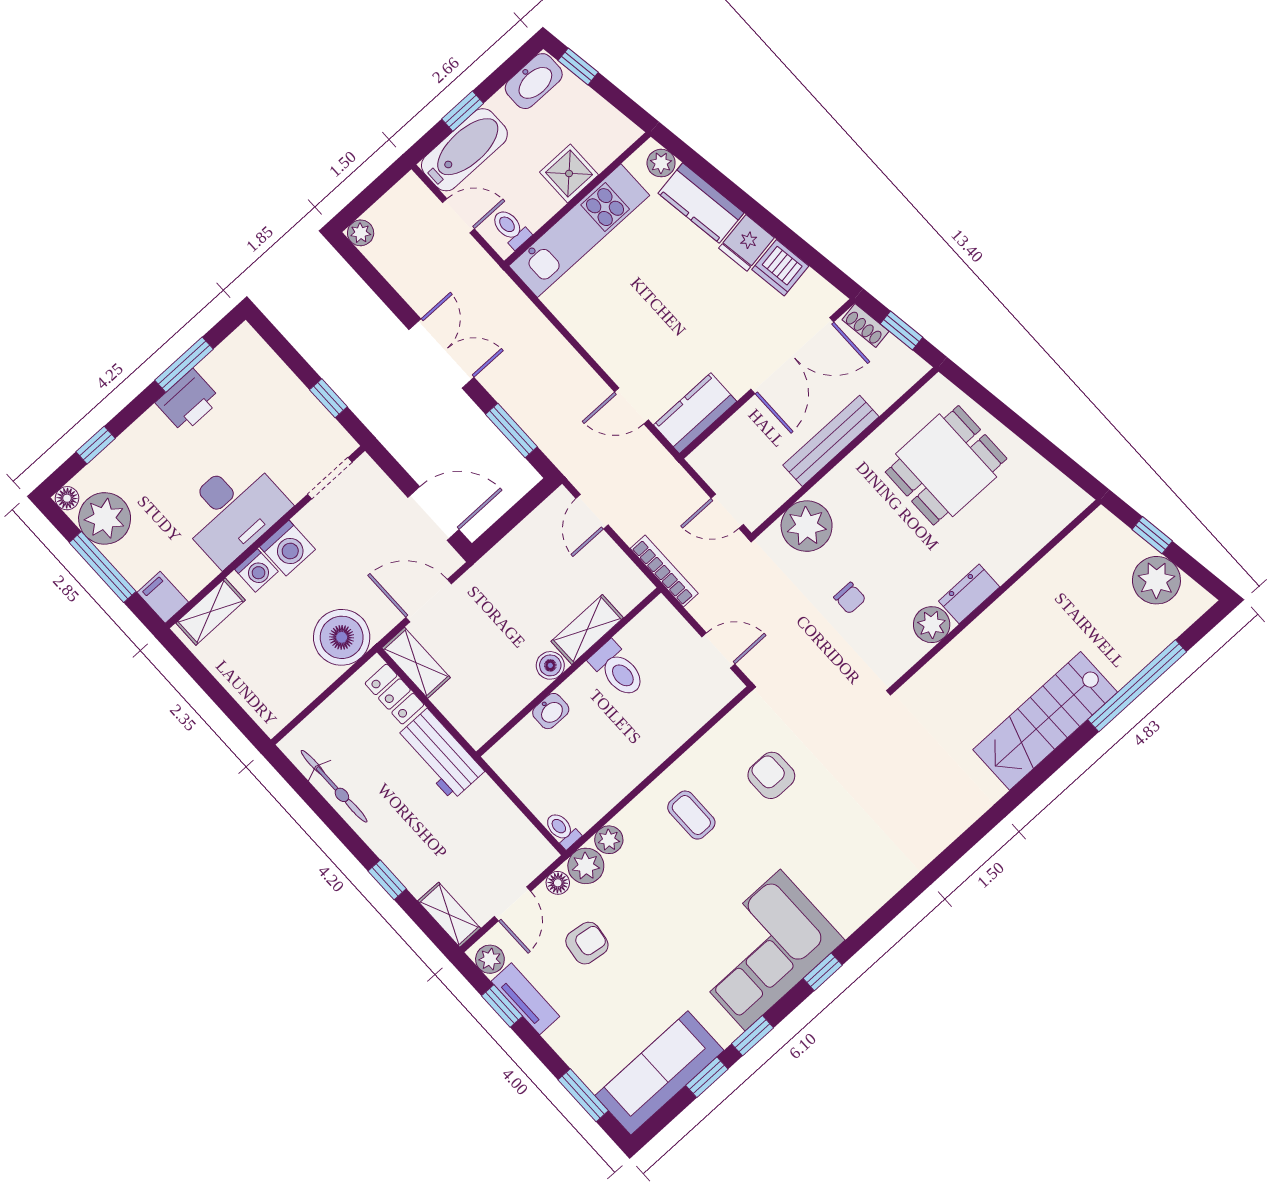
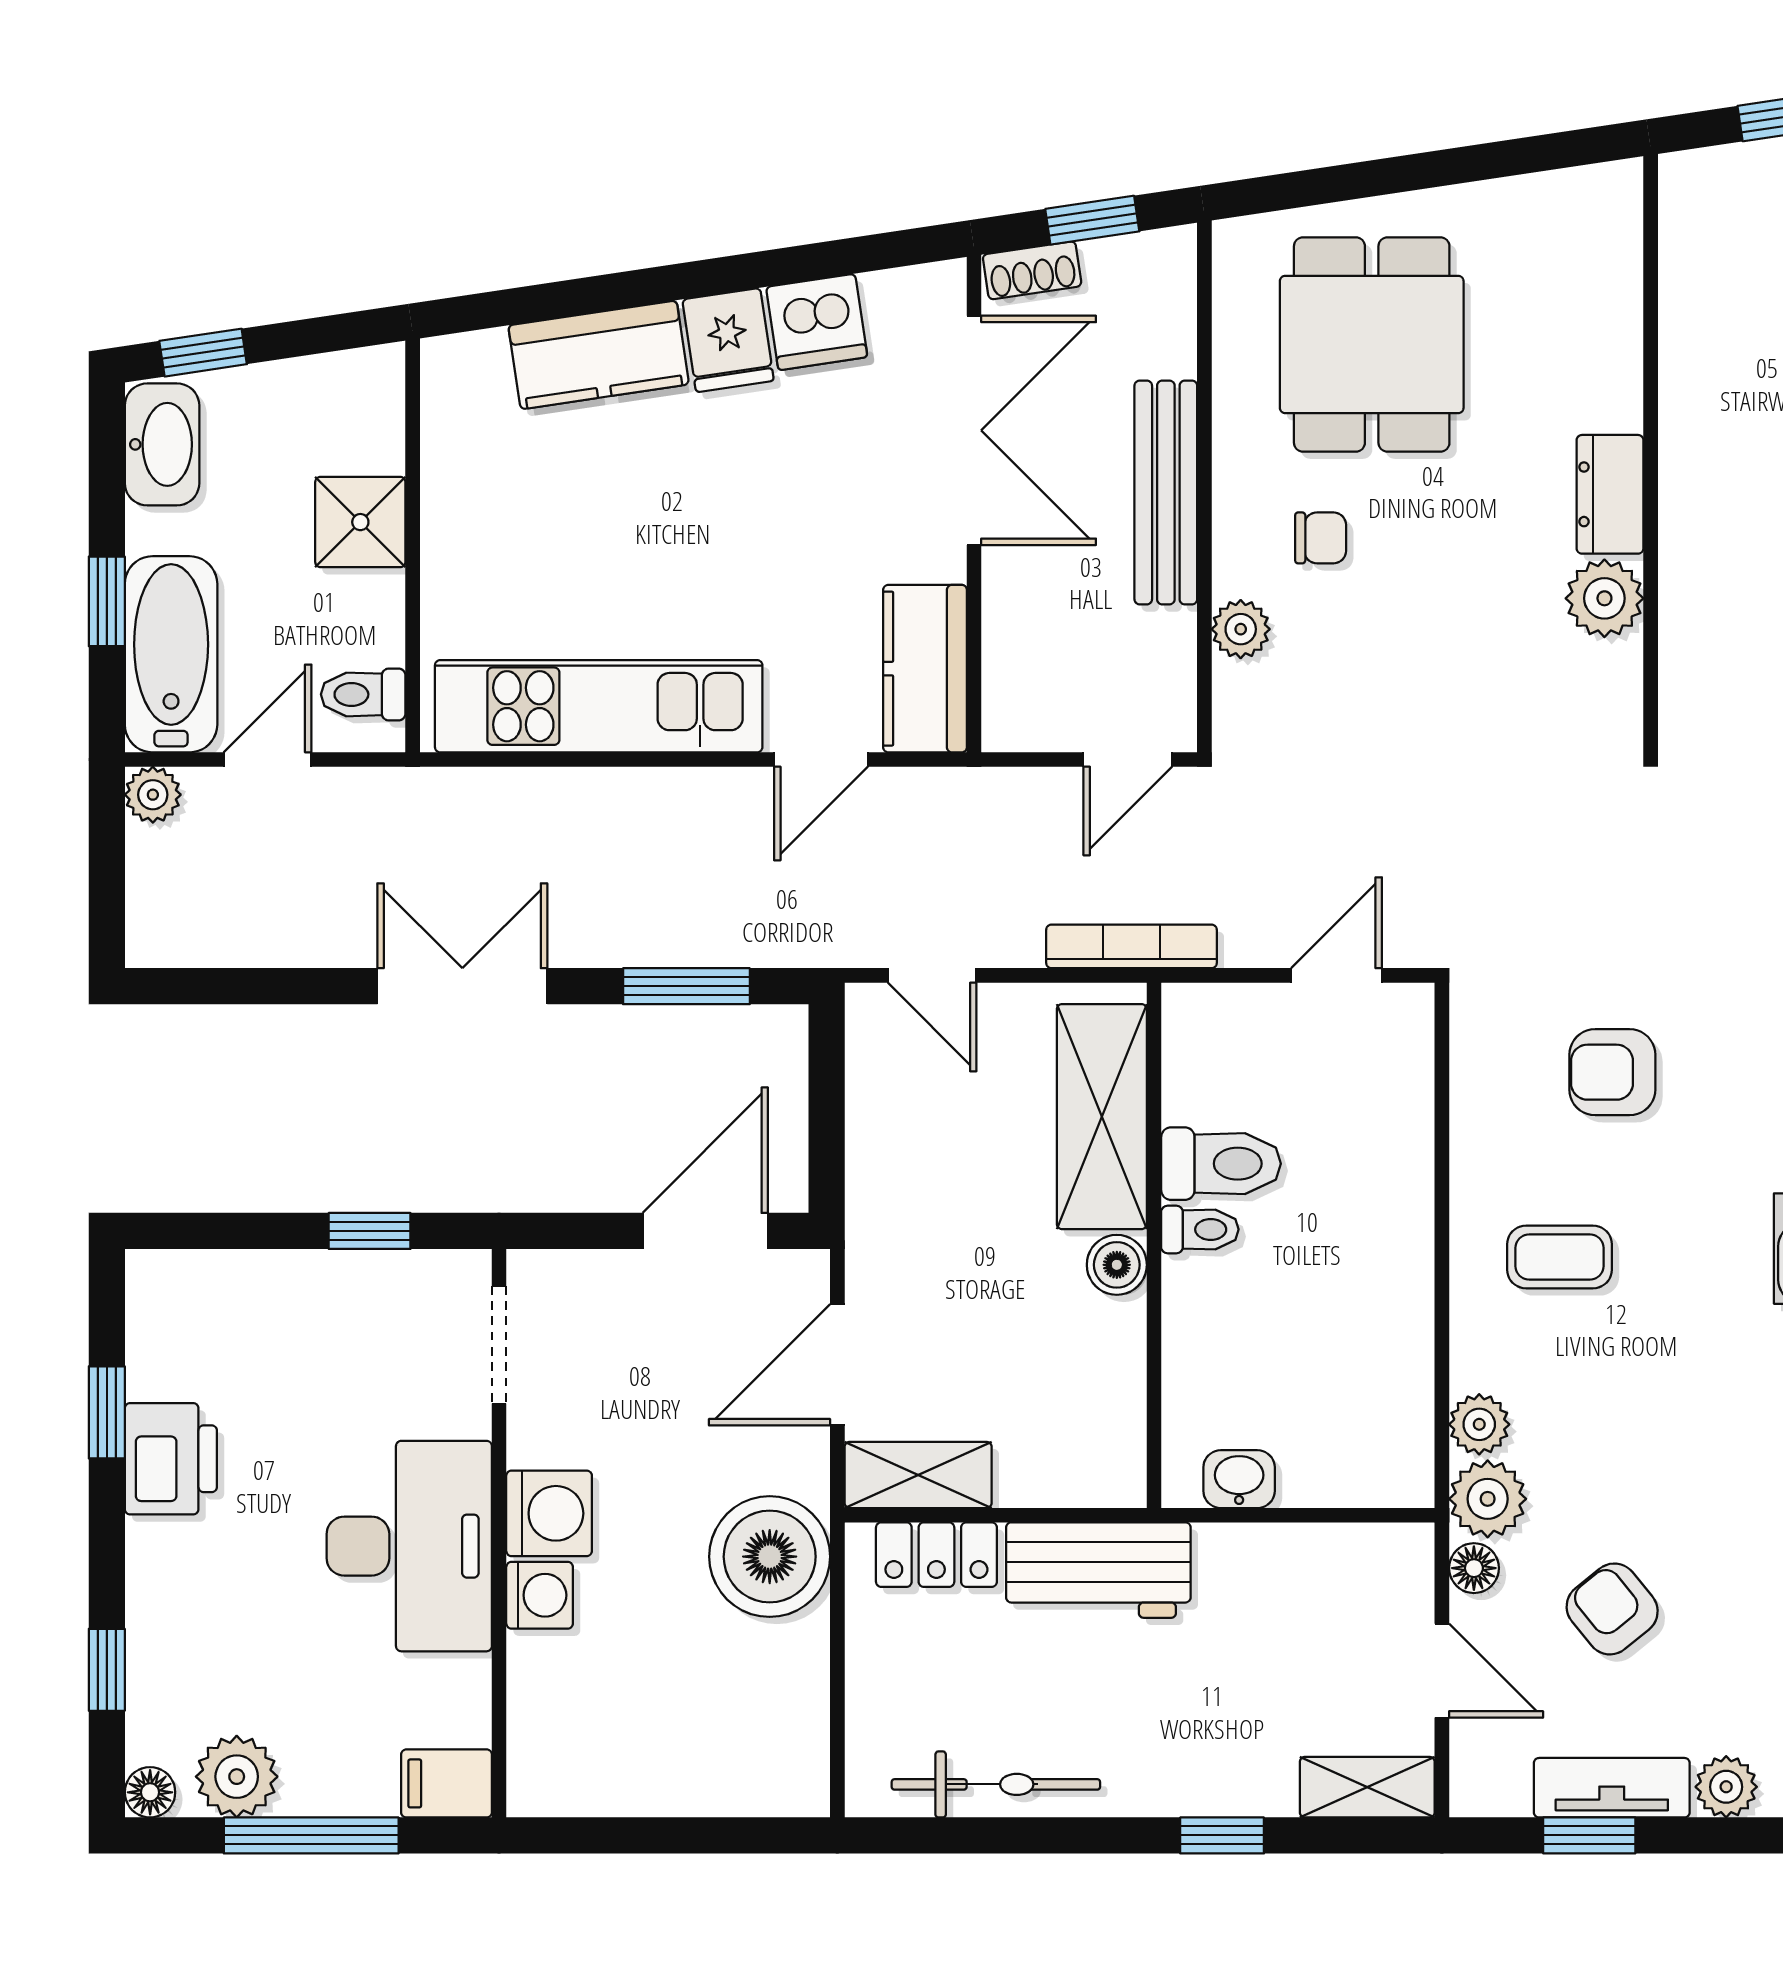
plant: (661, 163) -> (477, 360), removed
kitchen unit: (579, 231) -> (599, 706), moved, turned -90
plant: (361, 233) -> (153, 795), moved
window: (184, 365) -> (107, 1412), width x0.67
plant: (105, 518) -> (237, 1777), width x0.73, depth x0.73
plant: (807, 526) -> (1241, 629), width x0.53, depth x0.53
chair: (850, 598) -> (1321, 538), moved
shelving: (211, 612) -> (539, 1728), removed
shelving: (587, 630) -> (1102, 1117), width x1.50, depth x1.33
washbasin: (551, 711) -> (1239, 1479), moved, turned -90
toilet: (562, 830) -> (1200, 1229), moved, turned 180
armchair: (587, 943) -> (1612, 1609), turned -47
plant: (490, 959) -> (1726, 1787), moved

